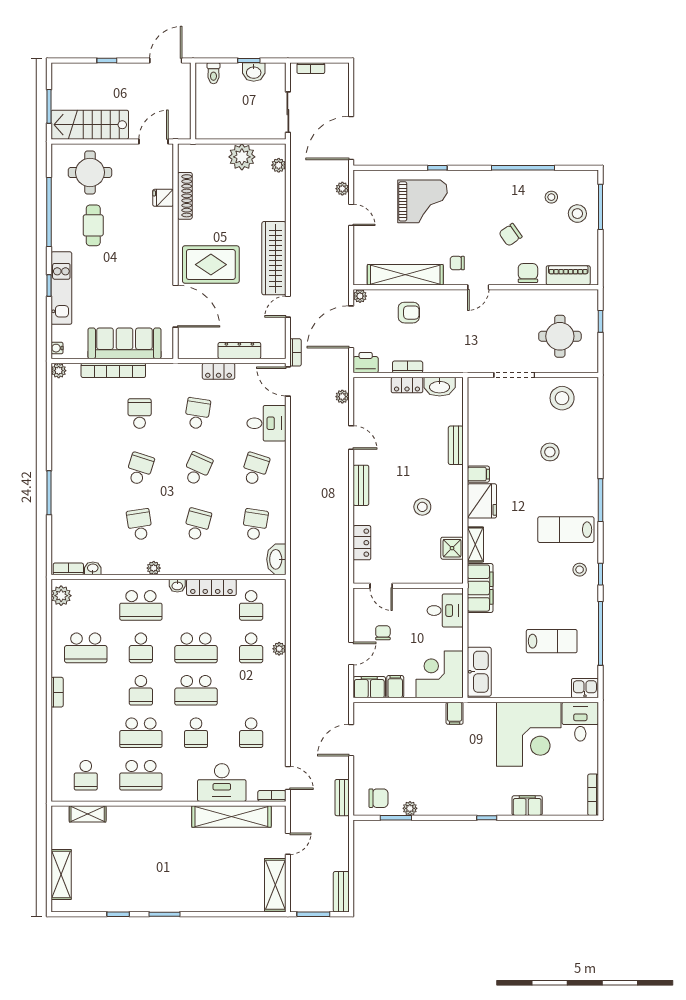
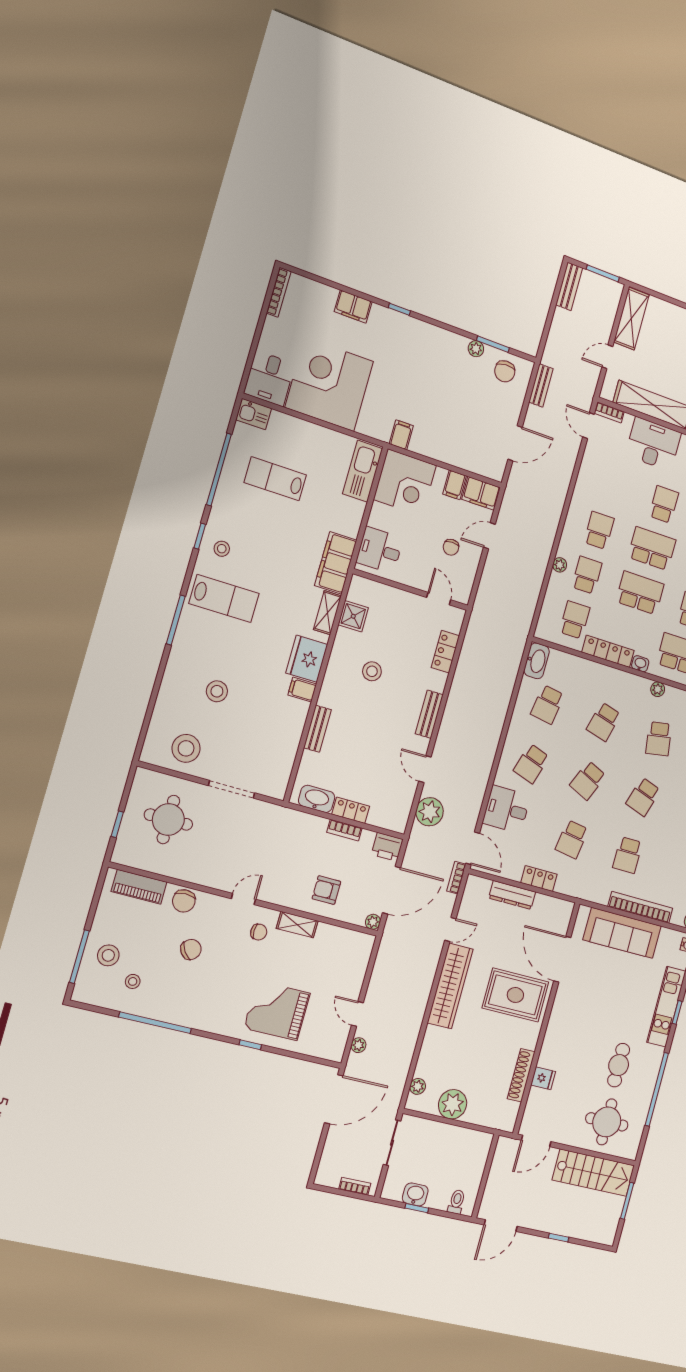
shelving: (405, 275) -> (297, 925), width x0.45, depth x0.75
plant: (342, 397) -> (430, 812), width x1.87, depth x1.87
school desk: (251, 733) -> (599, 530), moved
chair: (378, 798) -> (505, 371), turned -93

